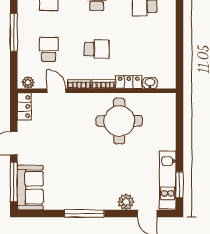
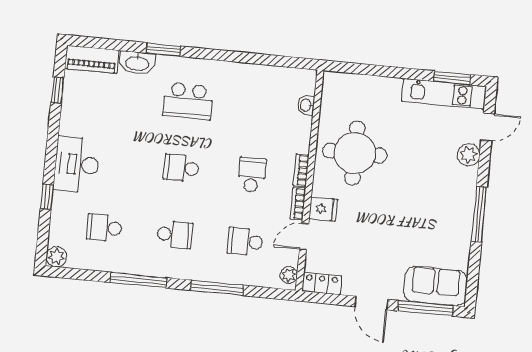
locker: (129, 82) -> (302, 134), removed
fridge: (77, 102) -> (323, 209), added

